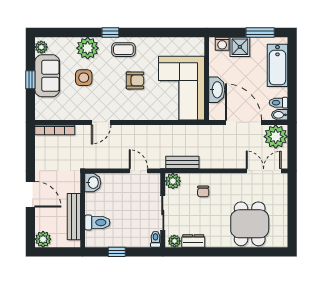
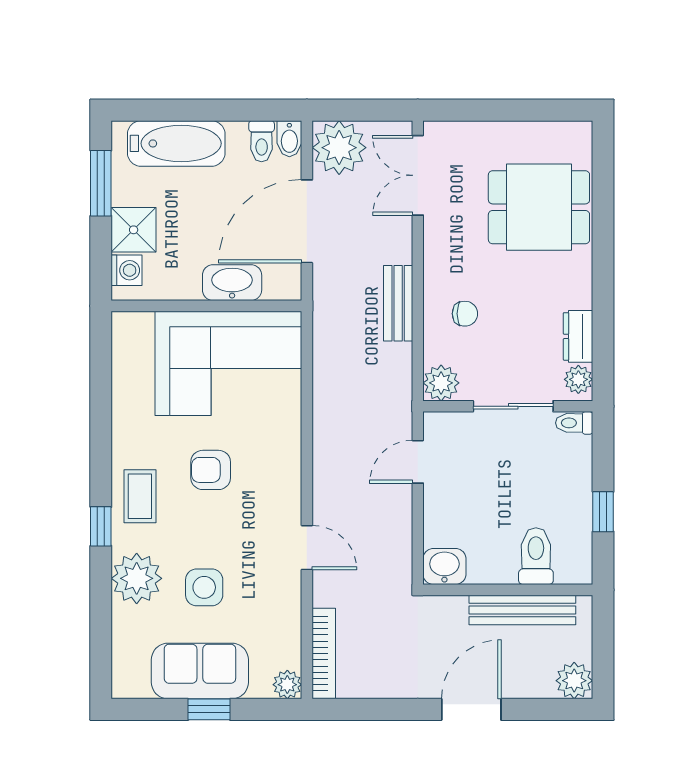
plant: (41, 47) -> (287, 685), moved
armchair: (135, 80) -> (211, 470), turned -90
bench: (182, 162) -> (398, 303), moved

